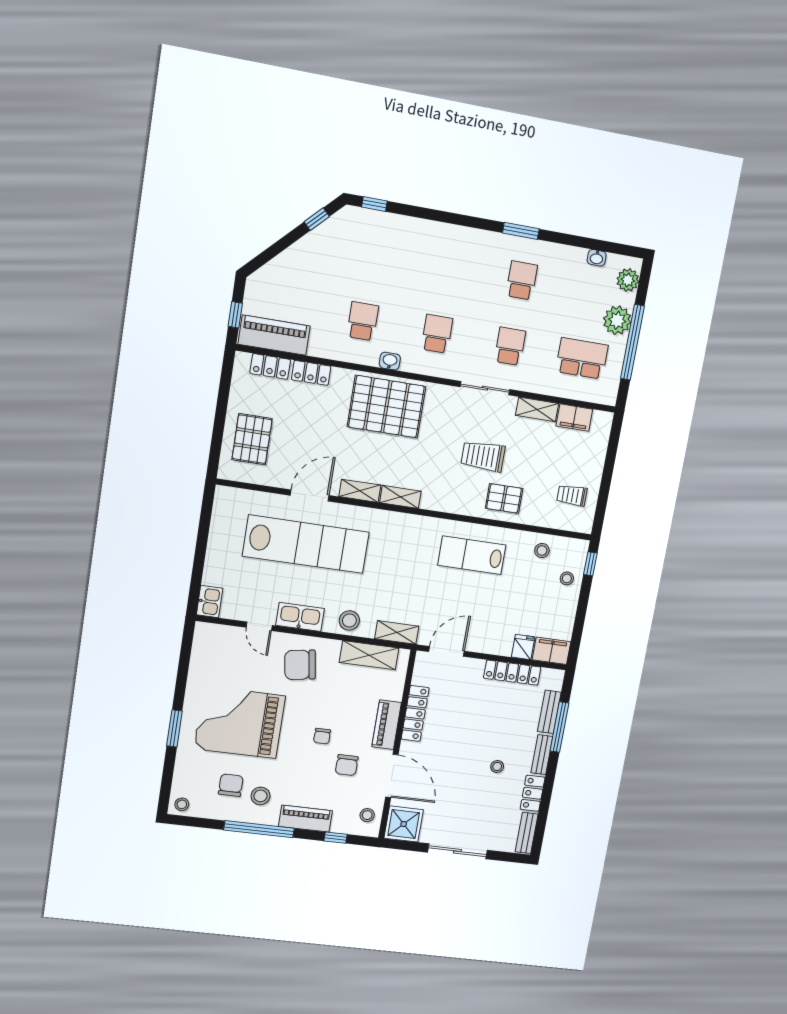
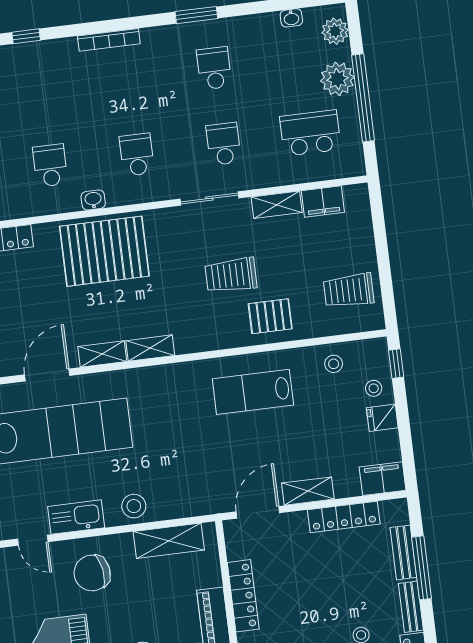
bookcase: (443, 229) -> (109, 40), added
trolley: (572, 495) -> (349, 290), width x1.36, depth x1.39
shelving: (397, 632) -> (308, 491), moved
fridge: (523, 647) -> (382, 418), moved, turned -90

